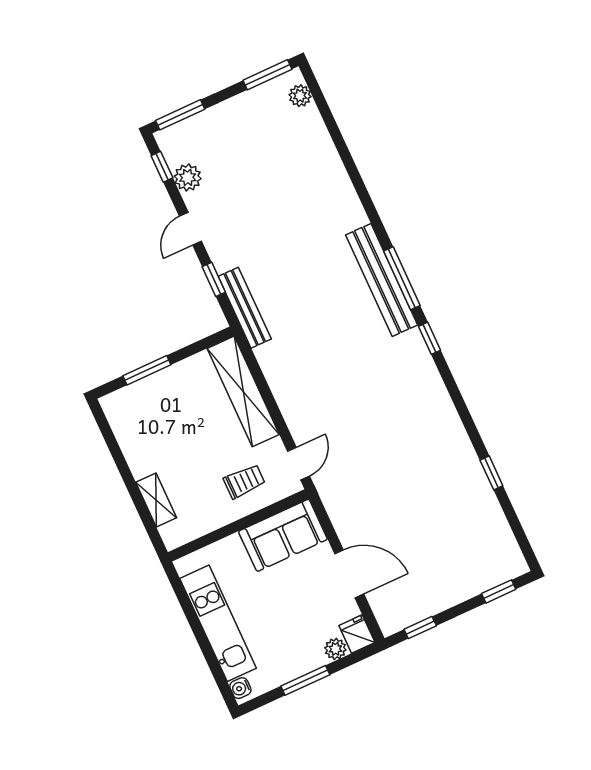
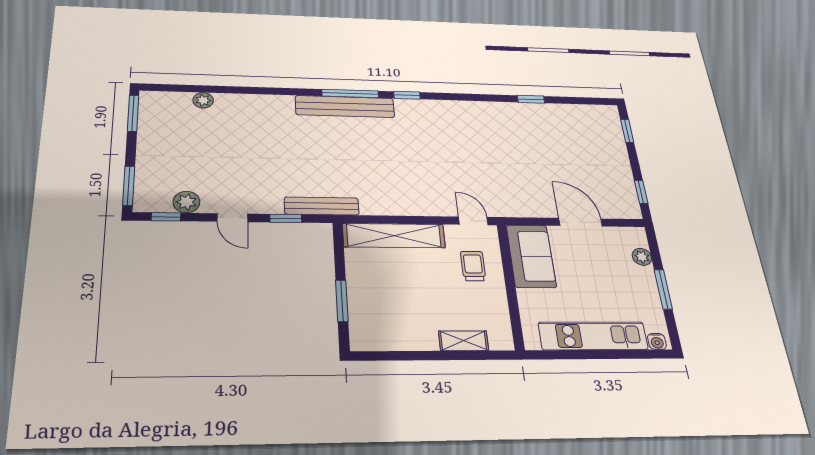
plant: (300, 96) -> (203, 100), moved
door: (349, 574) -> (581, 222), hinge flipped
fridge: (357, 634) -> (634, 237), removed

